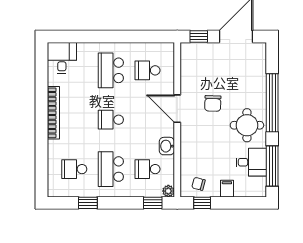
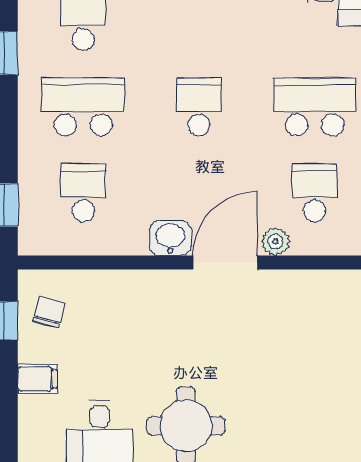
chair: (213, 103) -> (237, 346), removed
washbasin: (167, 146) -> (170, 238), moved
plant: (168, 191) -> (275, 242), moved

